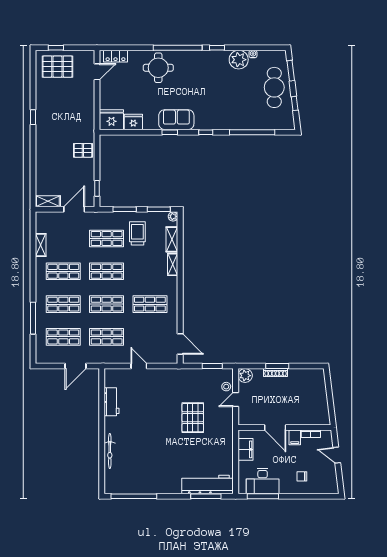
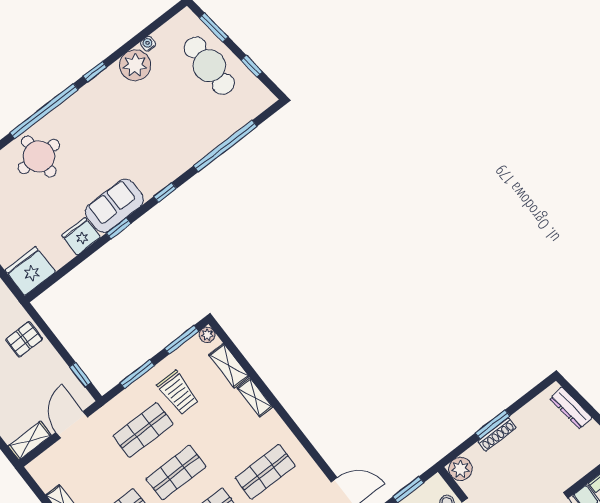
fridge: (133, 122) -> (81, 236), moved
trolley: (137, 233) -> (178, 392), turned 180
dresser: (321, 387) -> (571, 408), added

